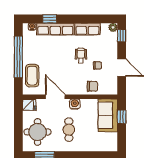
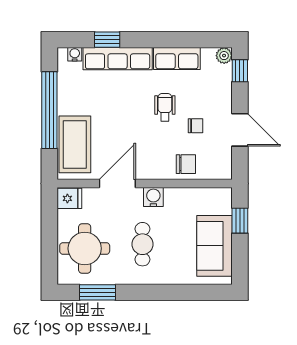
coffee table: (32, 76) -> (75, 144), width x1.36, depth x1.32
door: (55, 97) -> (117, 183), hinge flipped
sofa: (108, 115) -> (214, 246), moved

